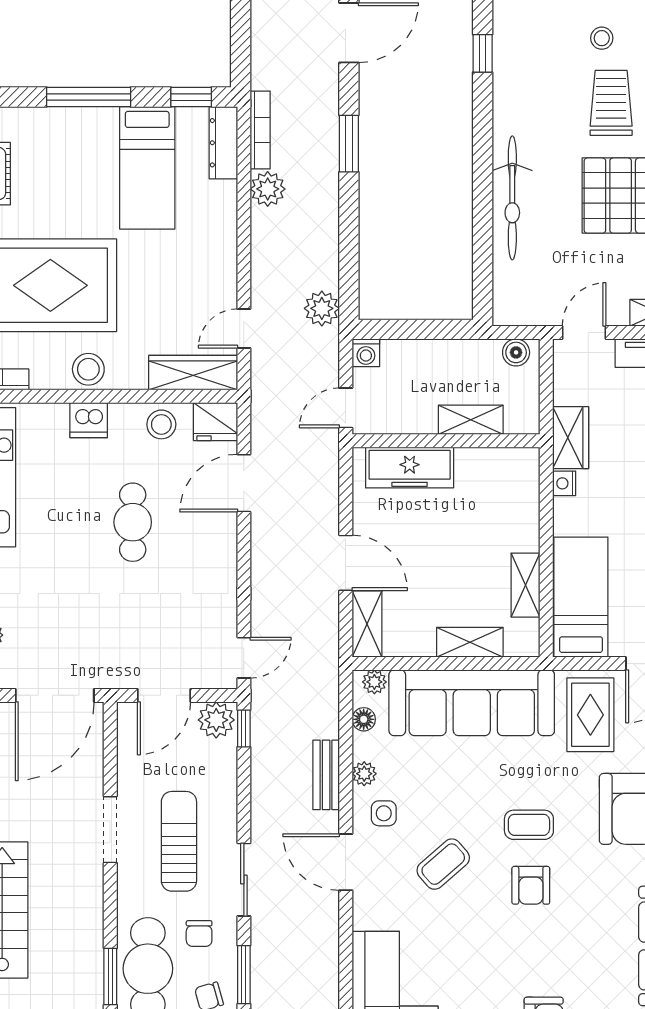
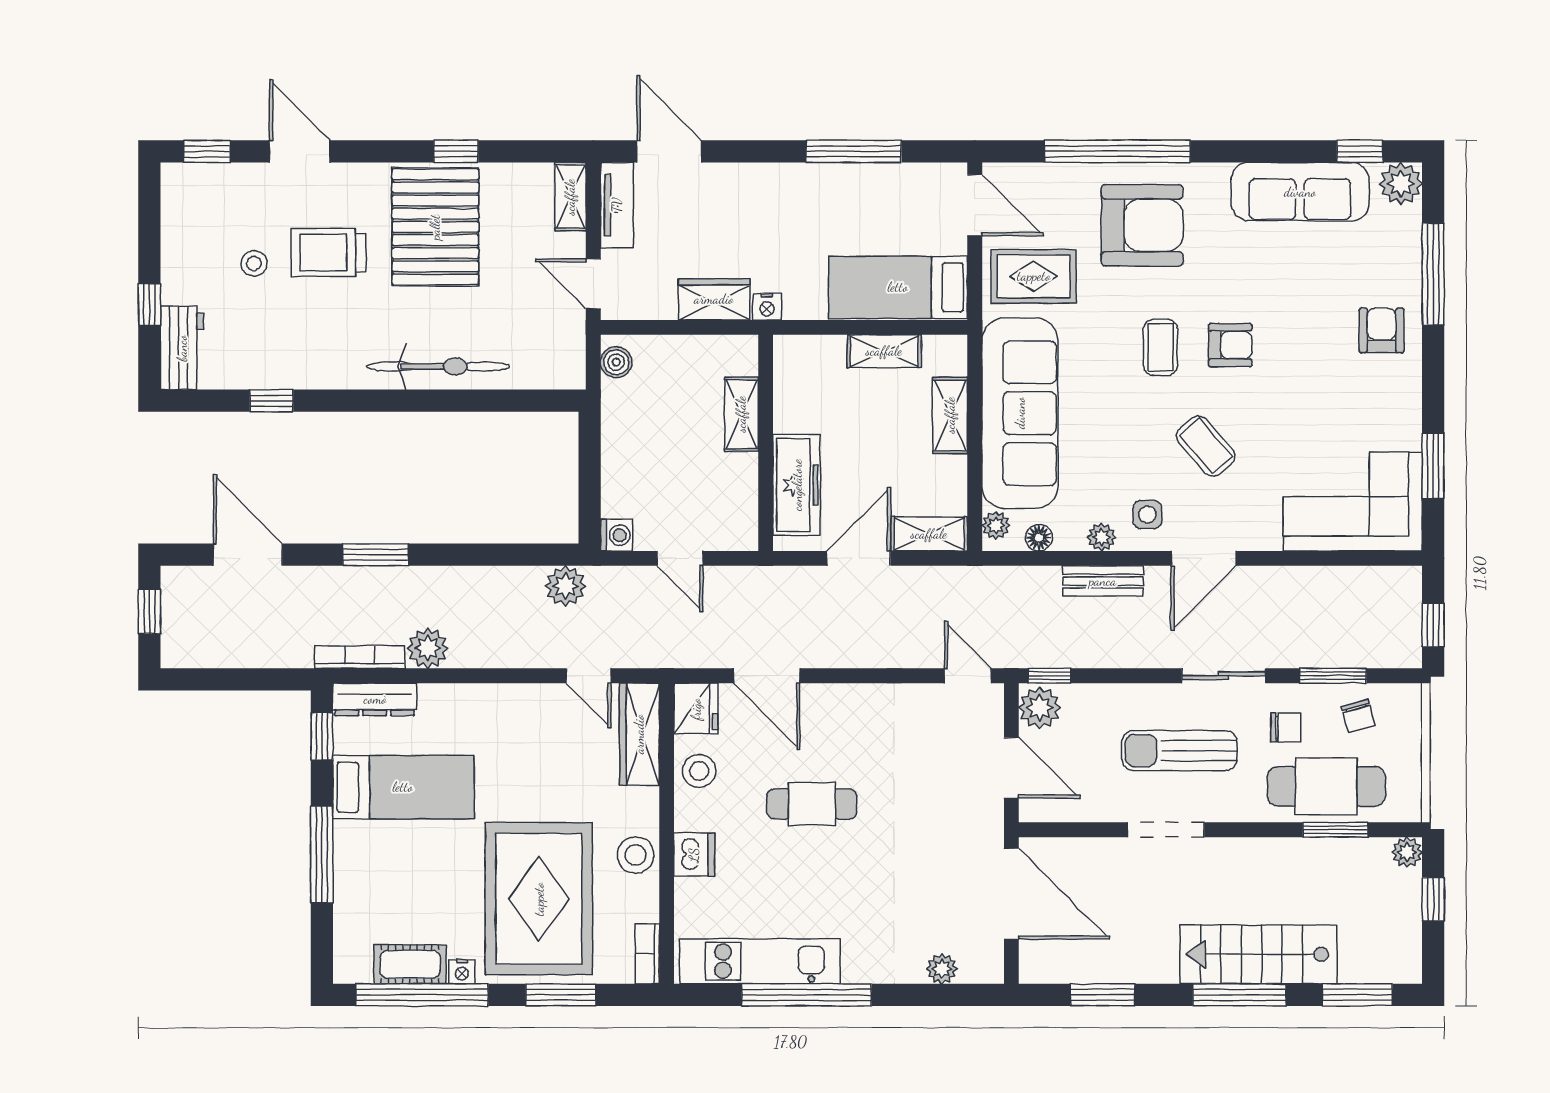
shelving: (471, 420) -> (741, 414), moved
wall: (446, 441) -> (766, 443), moved
freezer: (410, 468) -> (797, 485), moved

